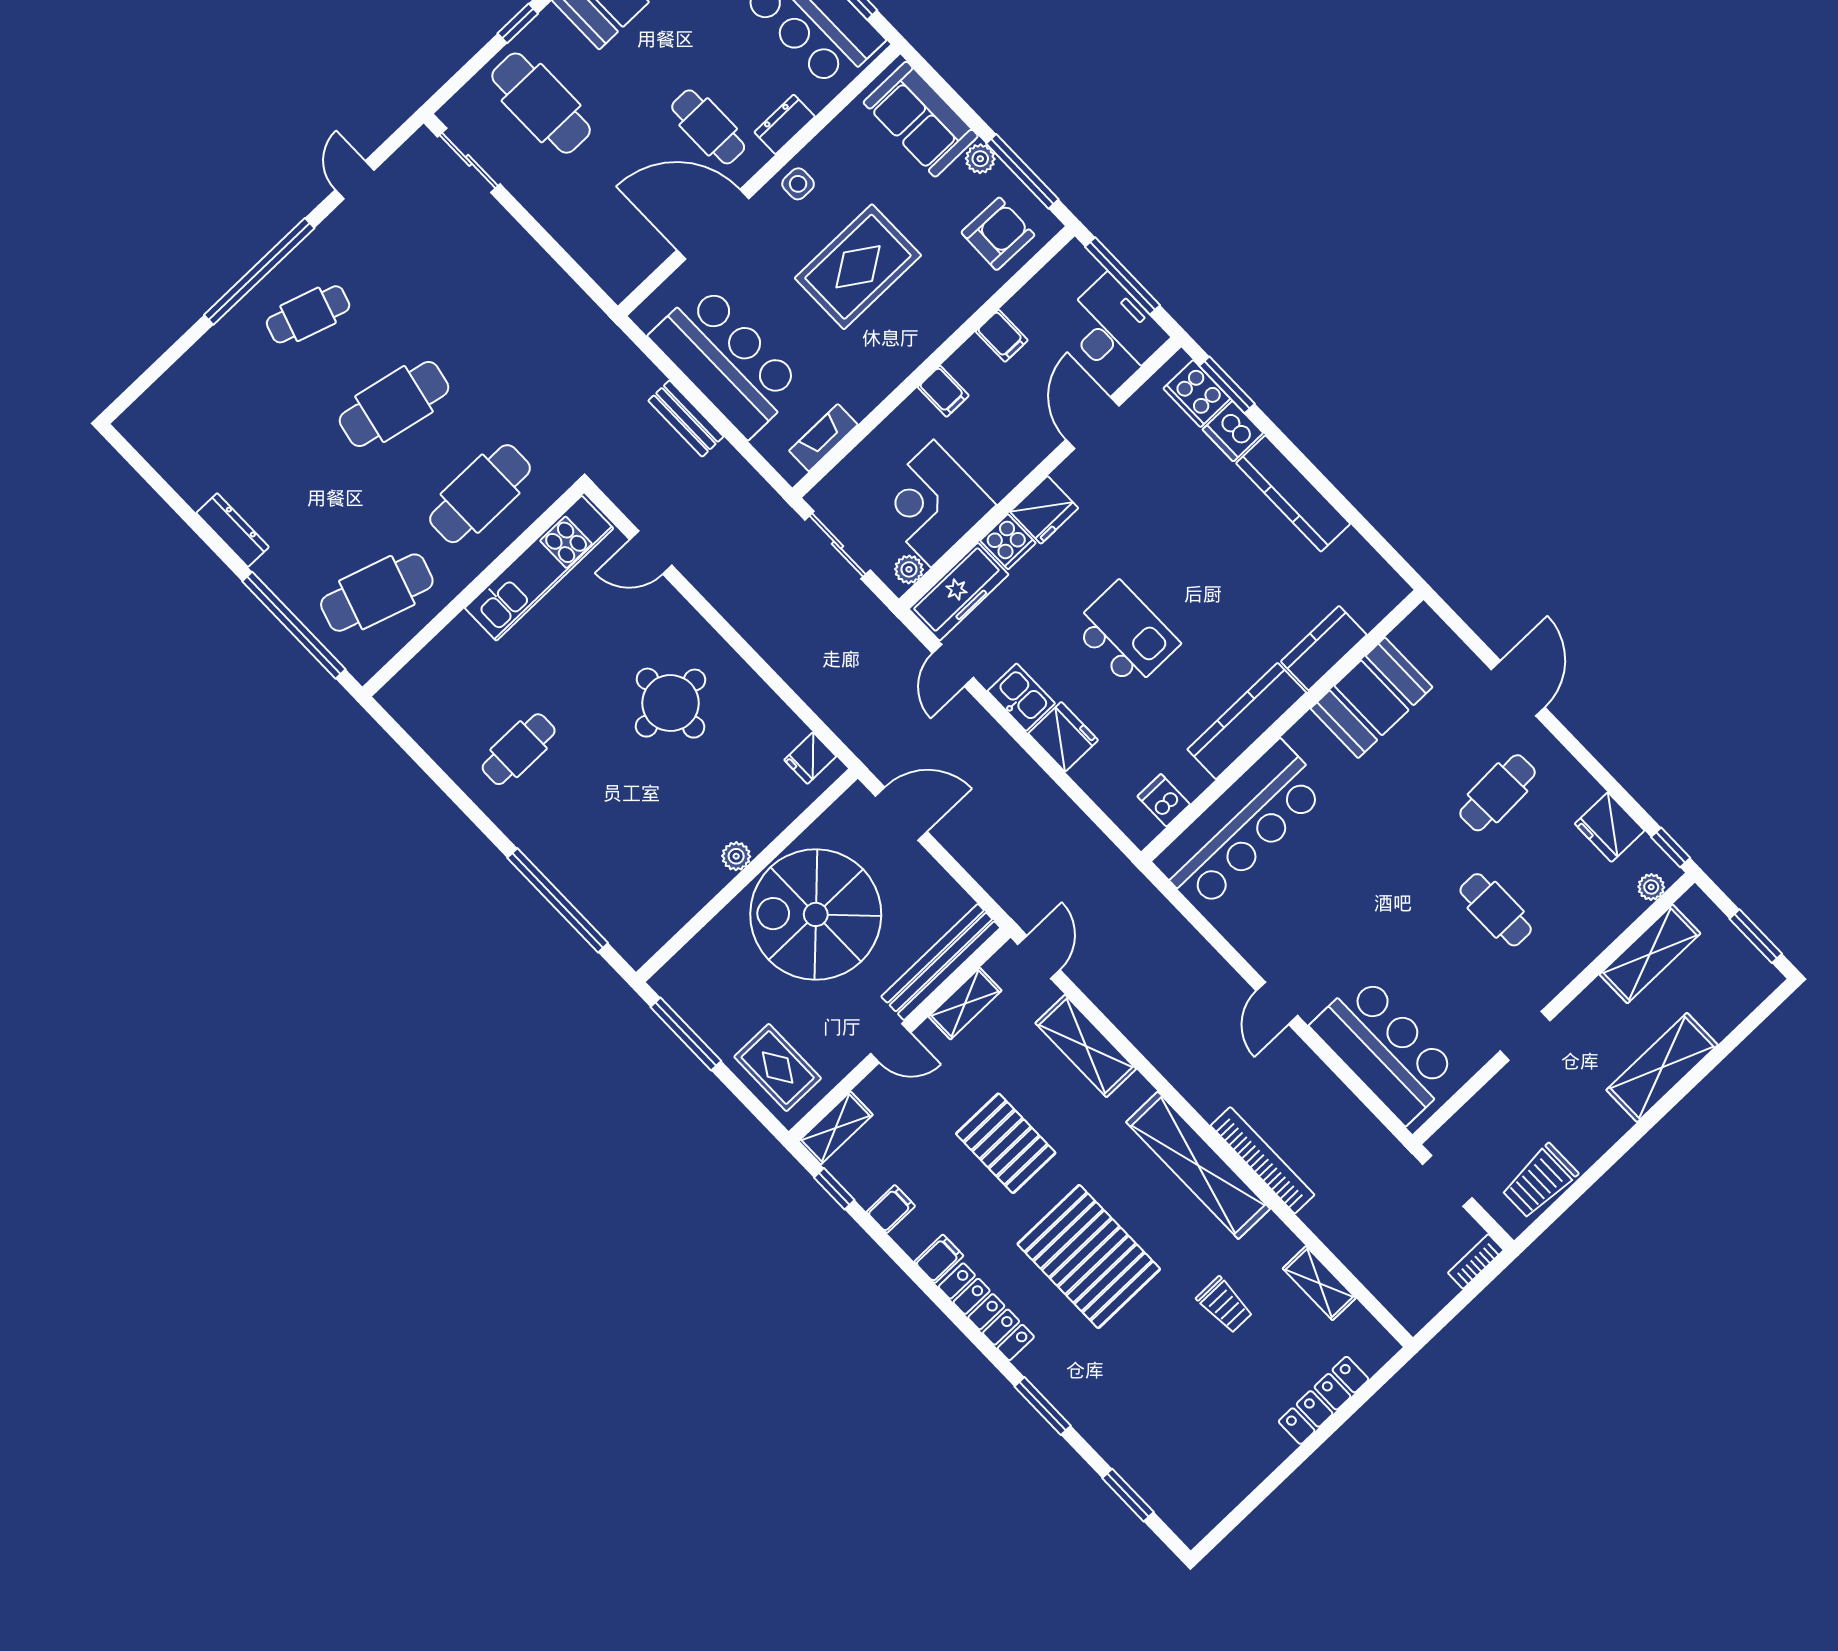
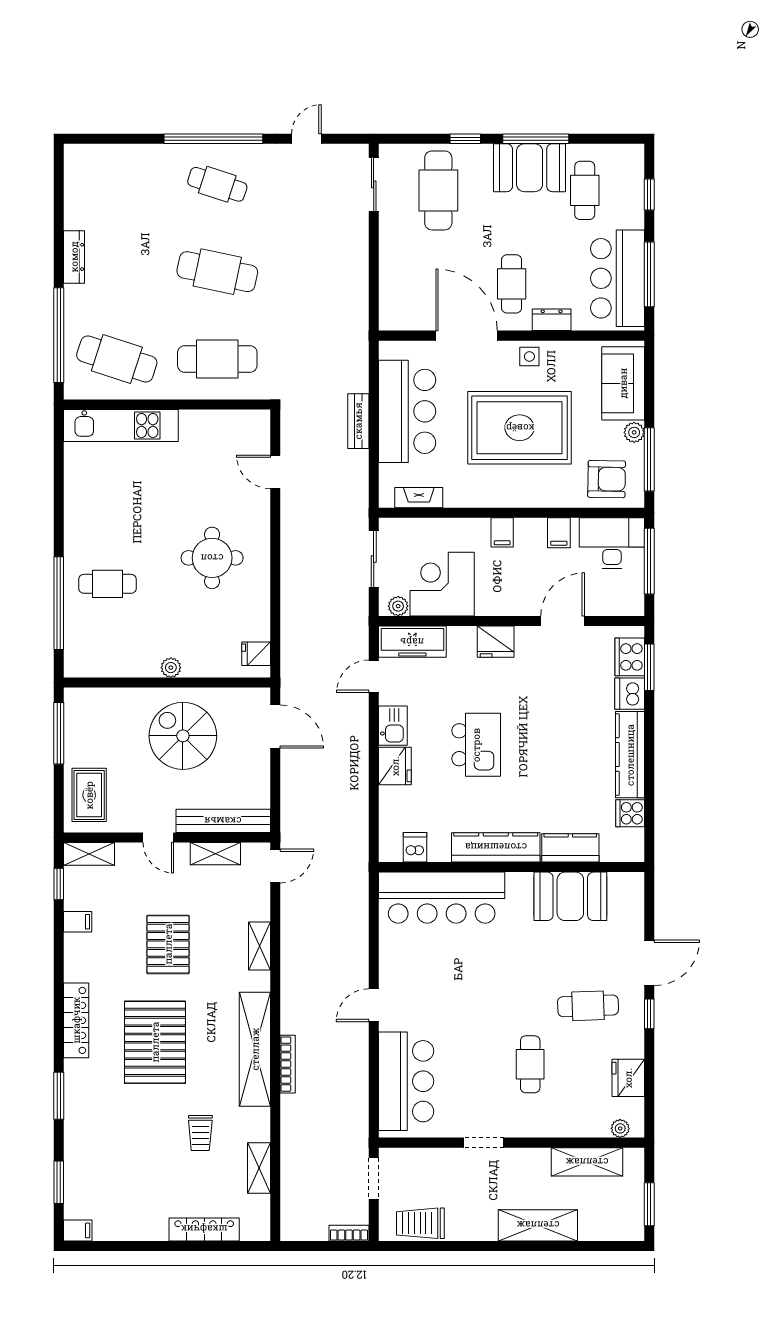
rug: (858, 267) -> (520, 428), width x1.37, depth x1.44
desk: (1113, 329) -> (612, 543), moved, turned -90
cooker: (1008, 542) -> (630, 813), moved, turned 90
kitchen unit: (539, 568) -> (121, 426), moved
cafe table: (519, 749) -> (107, 584), moved
window: (1671, 847) -> (649, 1014), moved
spiral stairs: (816, 914) -> (183, 736), width x0.73, depth x0.73
shelving: (1086, 1046) -> (260, 946), width x0.67, depth x0.75
bookcase: (1263, 1160) -> (288, 1064), width x0.68, depth x0.76
filing cabinet: (939, 1259) -> (78, 1230), moved

